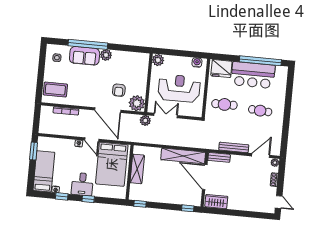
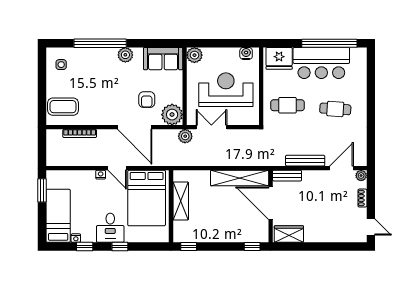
sofa: (85, 56) -> (163, 59), moved

